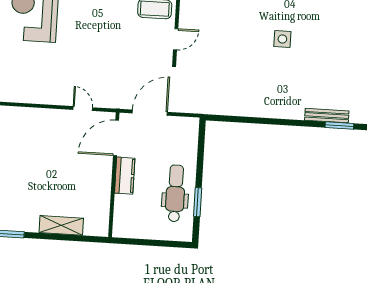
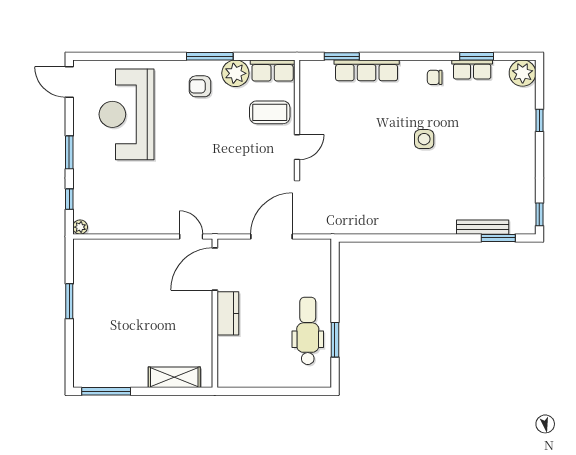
door: (116, 138) -> (215, 269), moved
wall: (114, 175) -> (215, 313), moved
kitchen counter: (125, 176) -> (228, 313), moved

